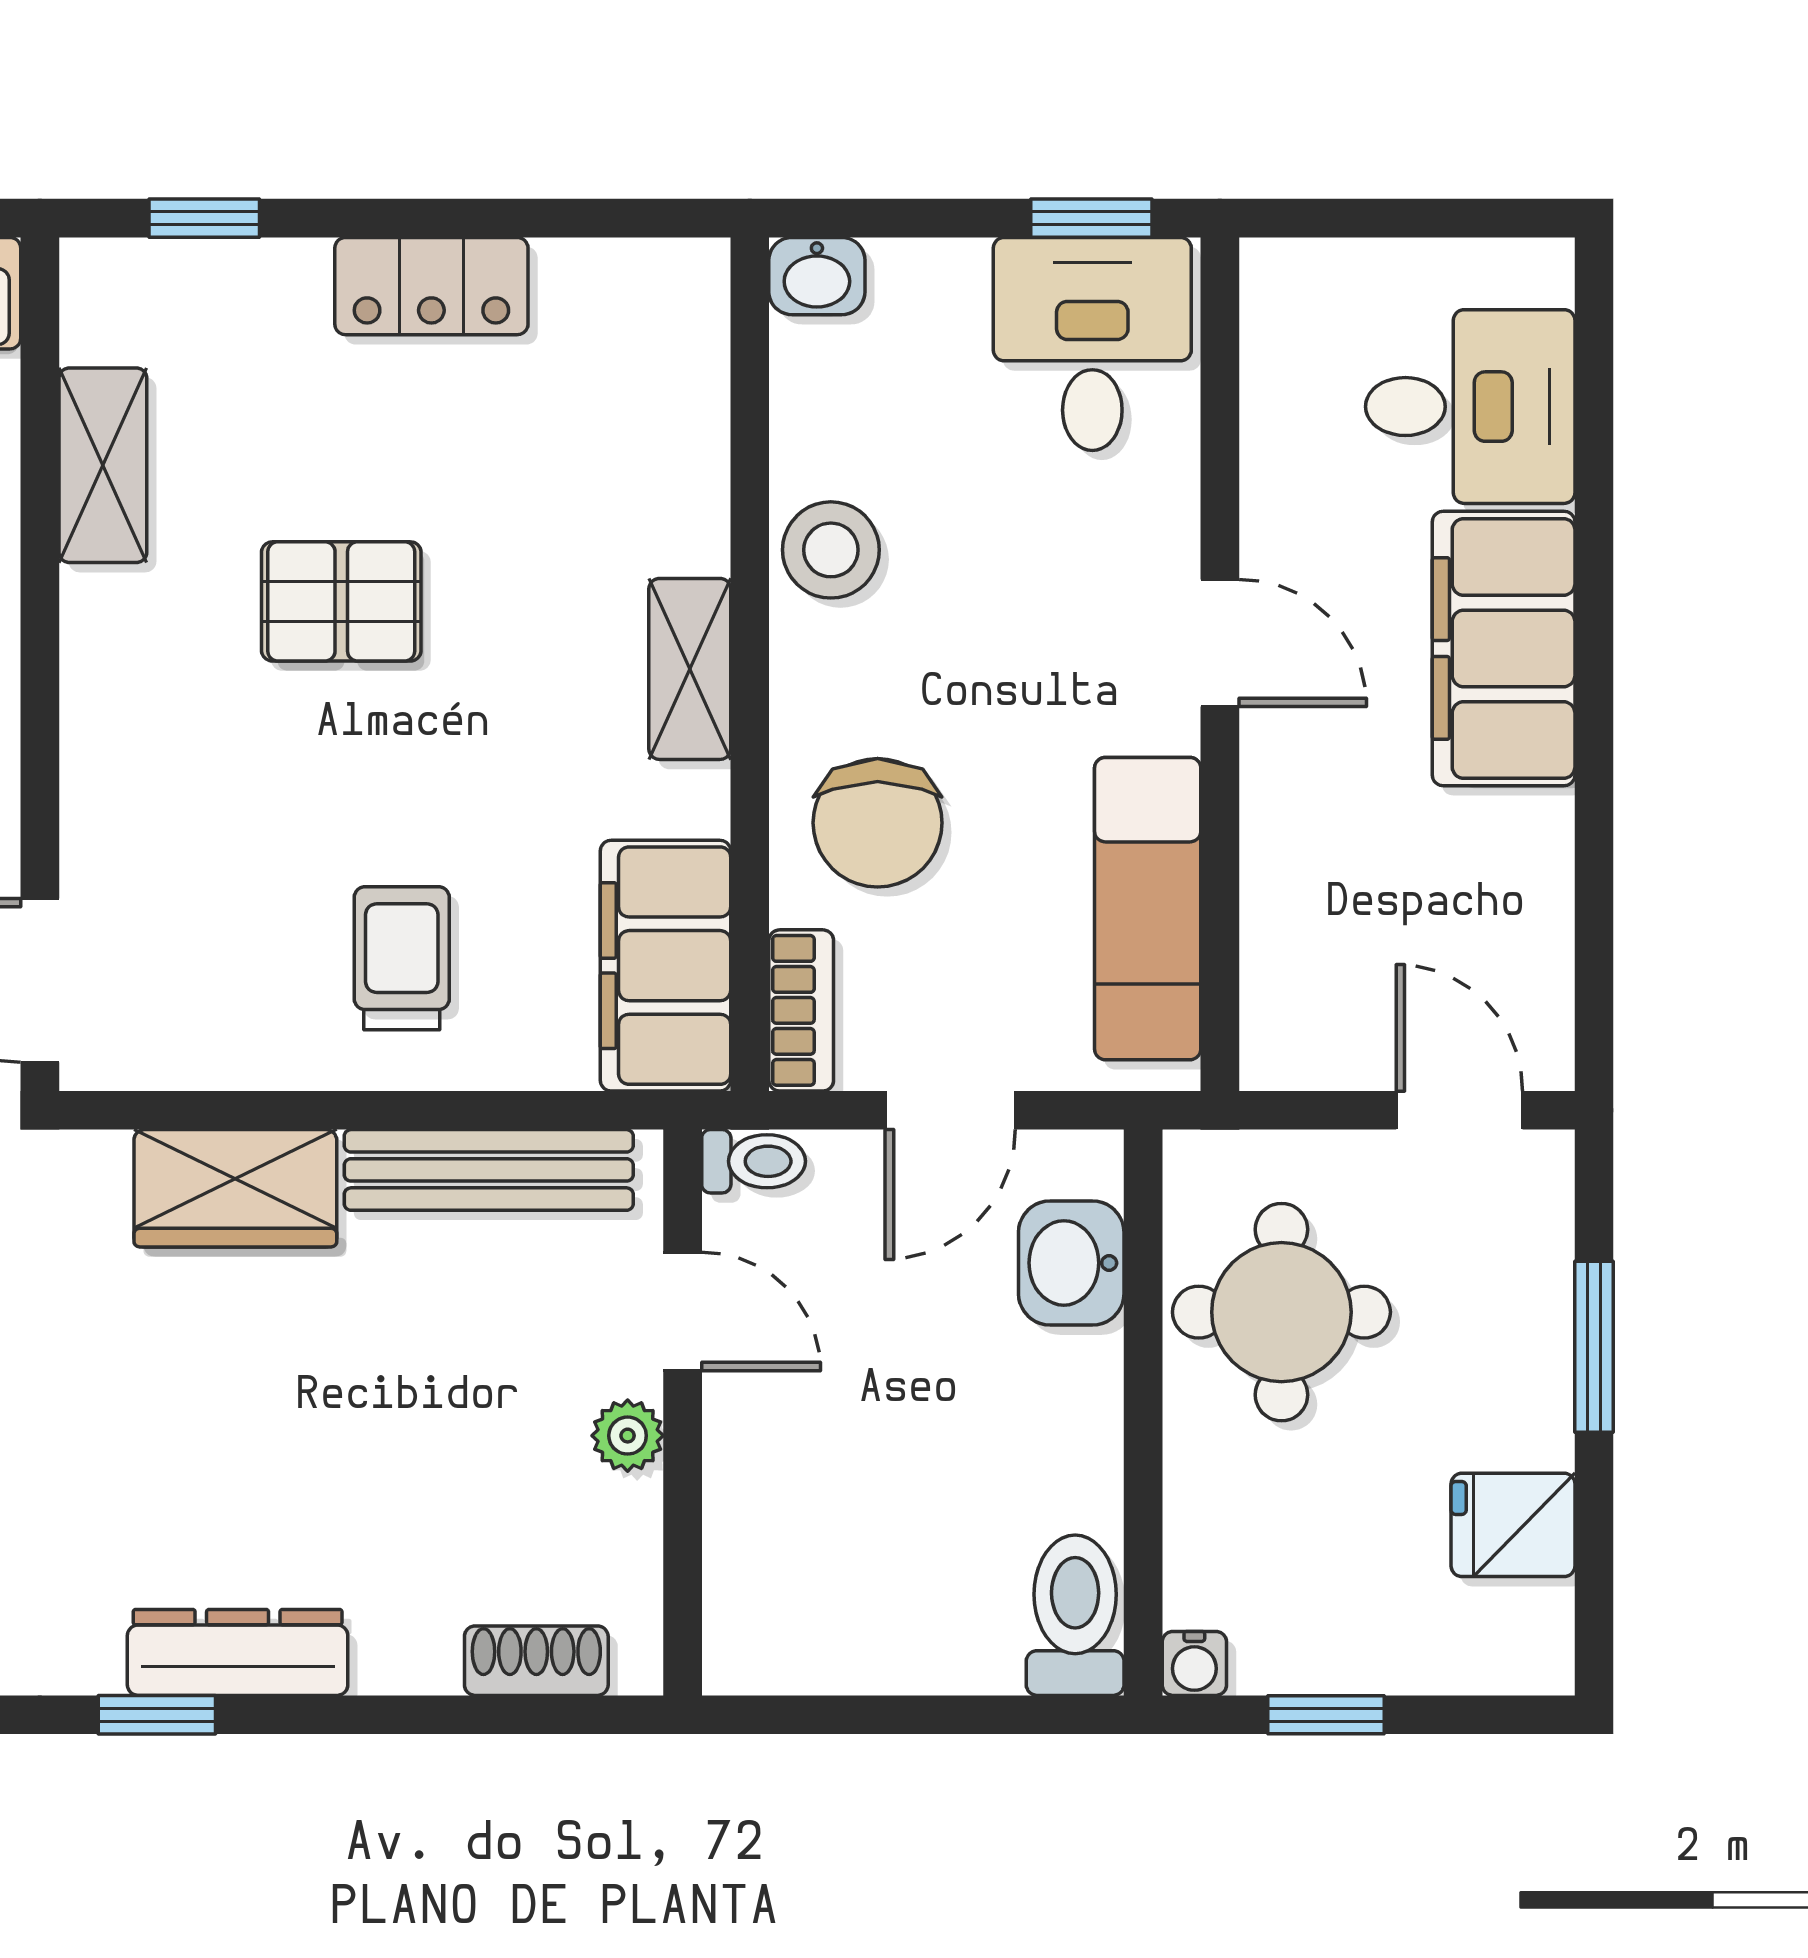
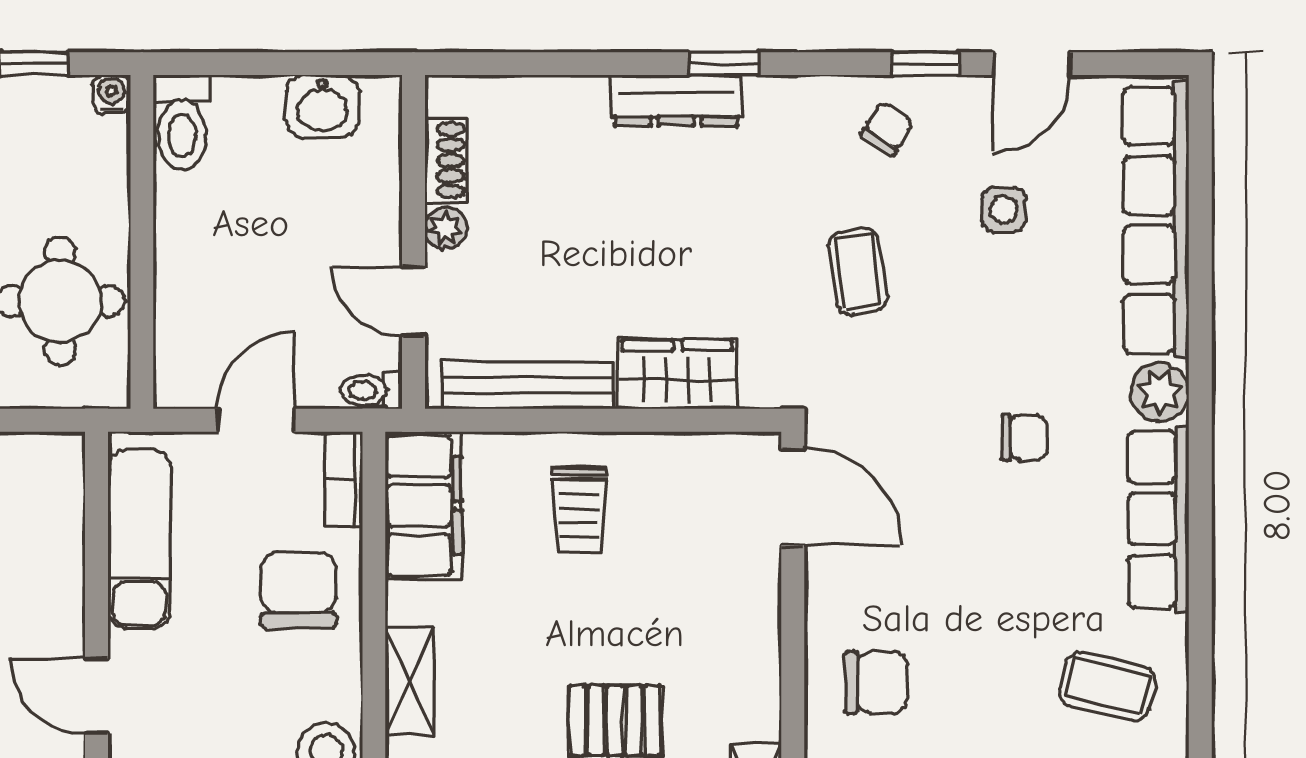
washbasin: (1071, 1263) -> (322, 106), moved, turned 90
shoe rack: (536, 1661) -> (445, 160), moved, turned -90

